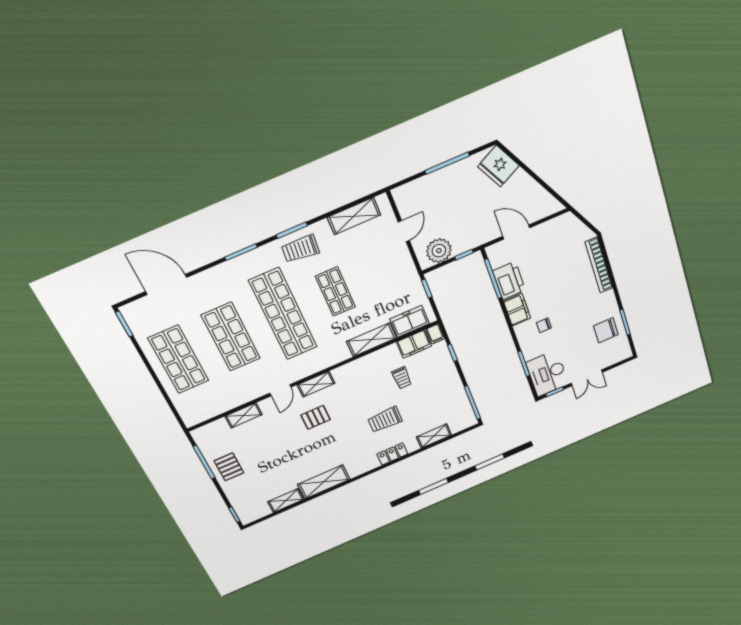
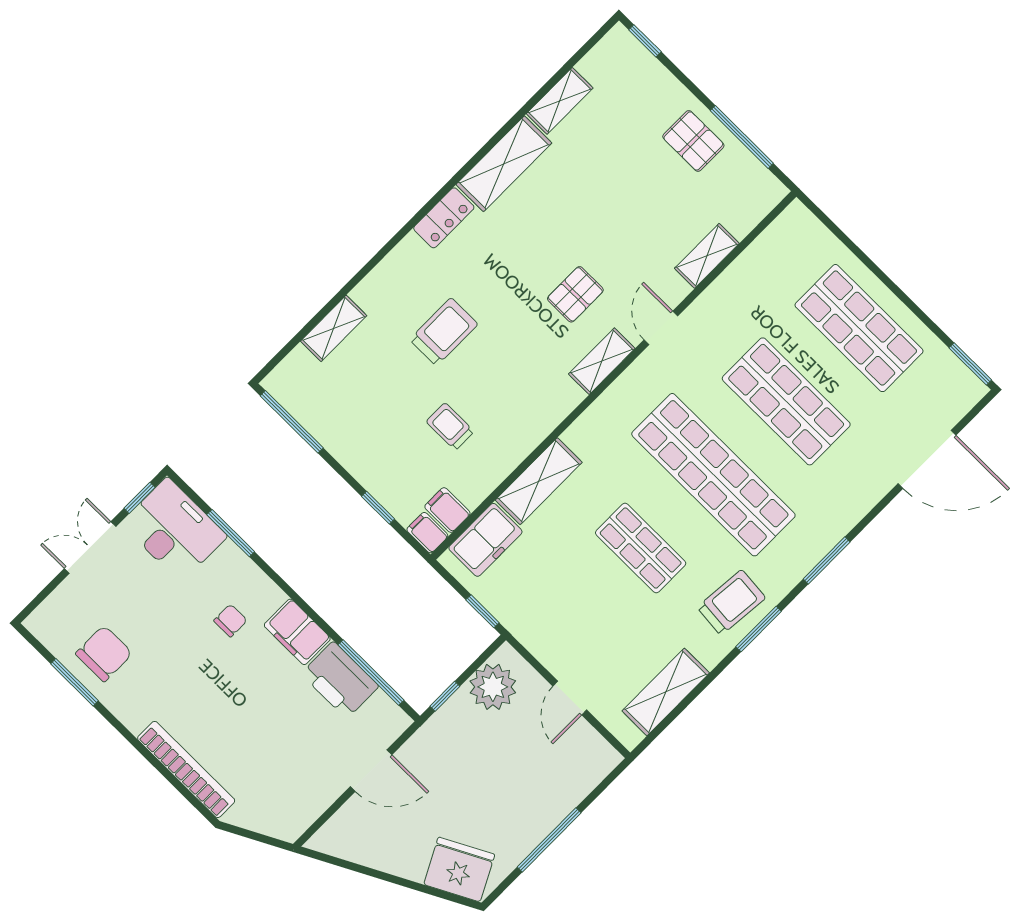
filing cabinet: (414, 344) -> (447, 510), width x0.50
locker: (392, 454) -> (444, 218), moved

